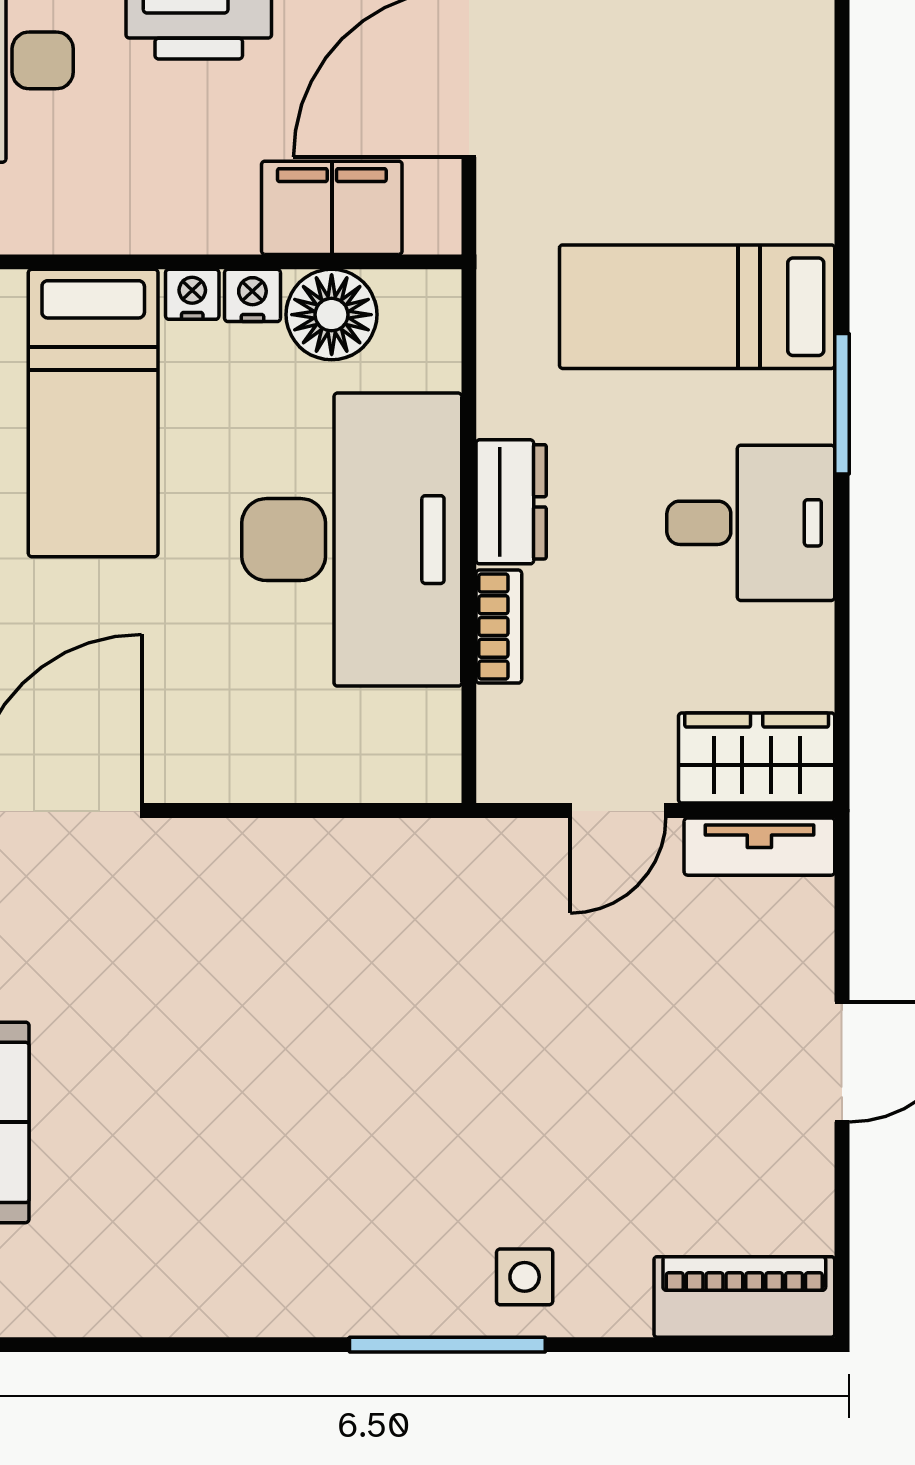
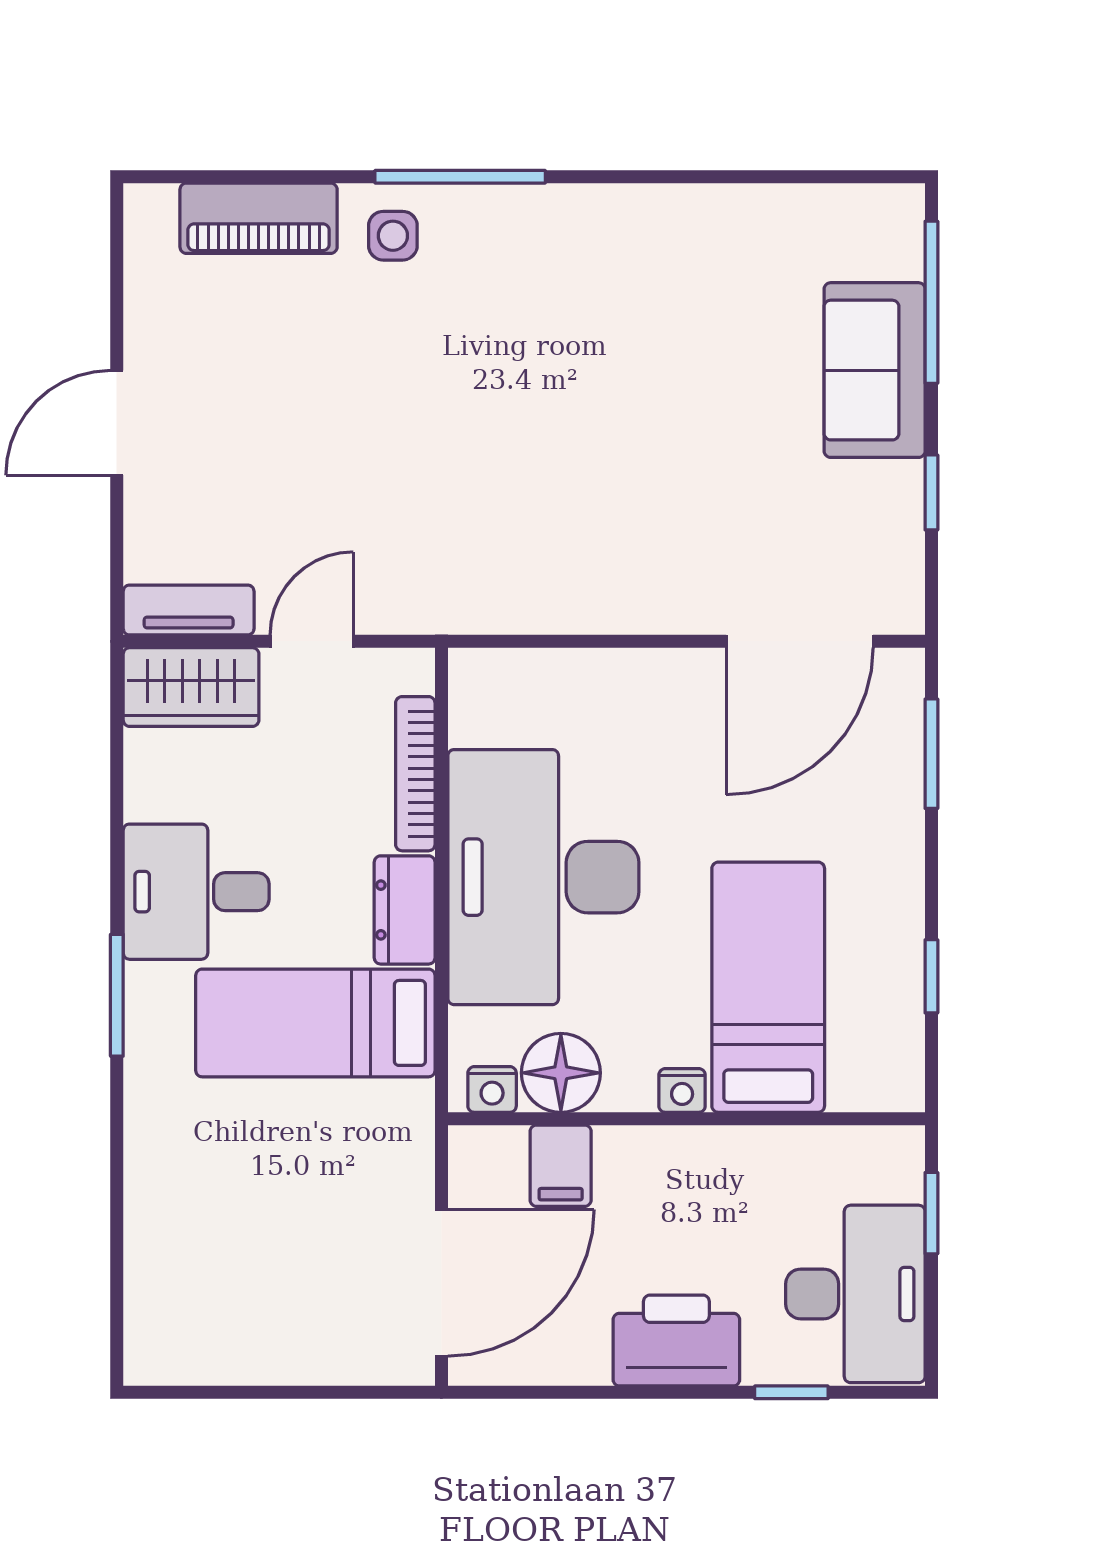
filing cabinet: (332, 208) -> (561, 1166), width x0.50
nightstand: (252, 295) -> (492, 1089), moved
bed: (697, 307) -> (315, 1023), moved, turned 180
bookcase: (499, 627) -> (415, 774), width x1.56
piano: (744, 1297) -> (259, 218), moved

